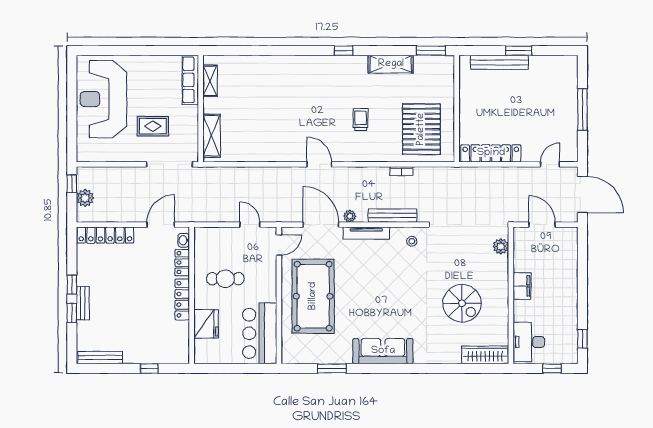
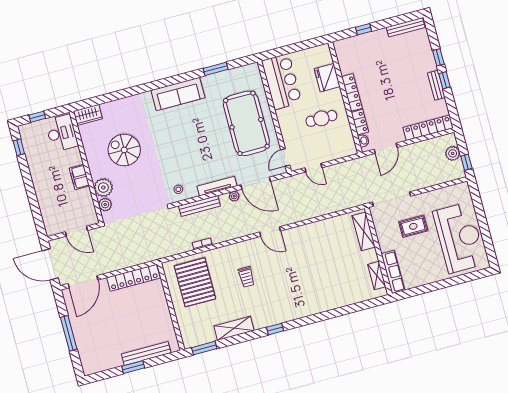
door: (550, 164) -> (83, 282), width x1.88
plant: (498, 266) -> (103, 188), added
bench: (83, 303) -> (436, 85), moved
wardrobe: (485, 355) -> (88, 115), width x0.67

